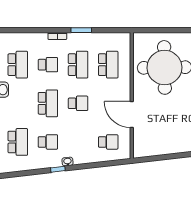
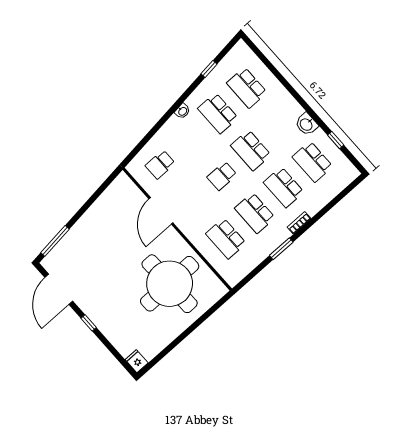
school desk: (48, 65) -> (284, 187), width x1.85
door: (132, 115) -> (161, 211), swing flipped
school desk: (48, 142) -> (218, 113), width x1.85
window: (58, 169) -> (209, 69), moved

